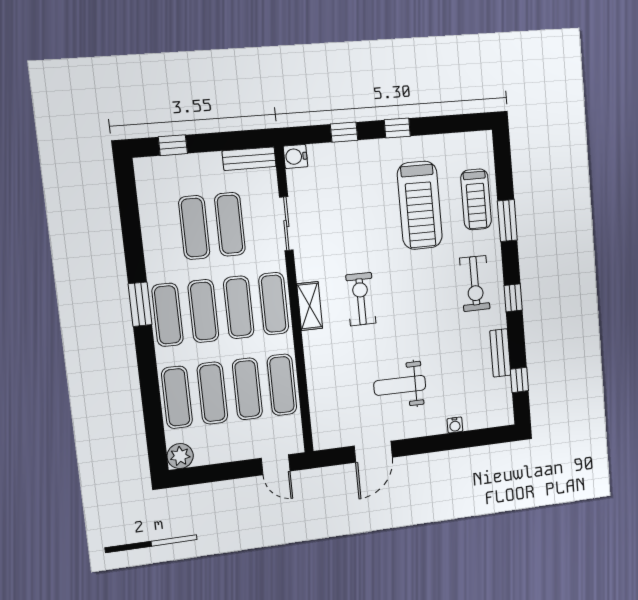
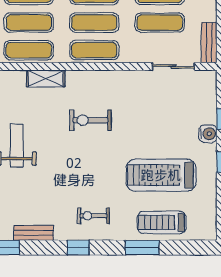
water cooler: (295, 156) -> (208, 134), moved, turned 90
sliding door: (286, 224) -> (173, 66), moved
exercise bike: (475, 284) -> (93, 216), width x0.73, depth x0.72
exercise bike: (361, 299) -> (90, 120), turned 180
shelving: (310, 306) -> (46, 79), moved

